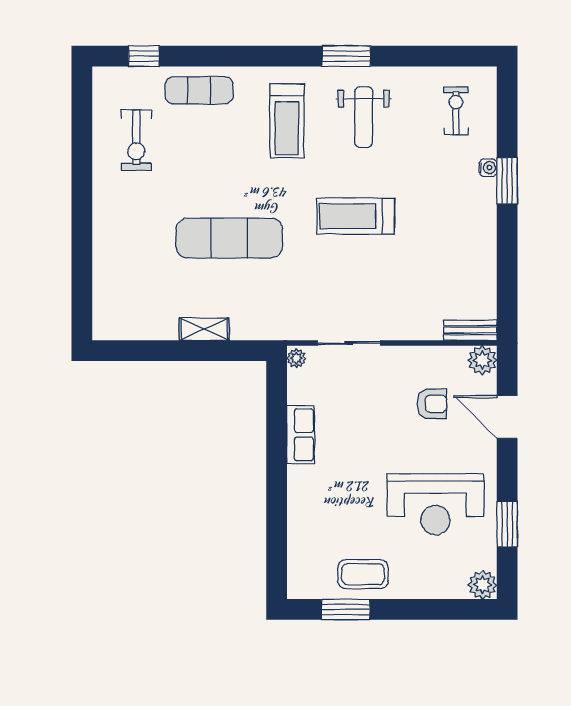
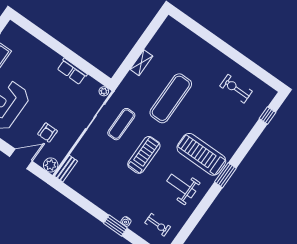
window: (346, 56) -> (225, 175), moved
exercise mat: (199, 90) -> (121, 124), moved
treadmill: (287, 121) -> (201, 154), width x1.37, depth x1.38

